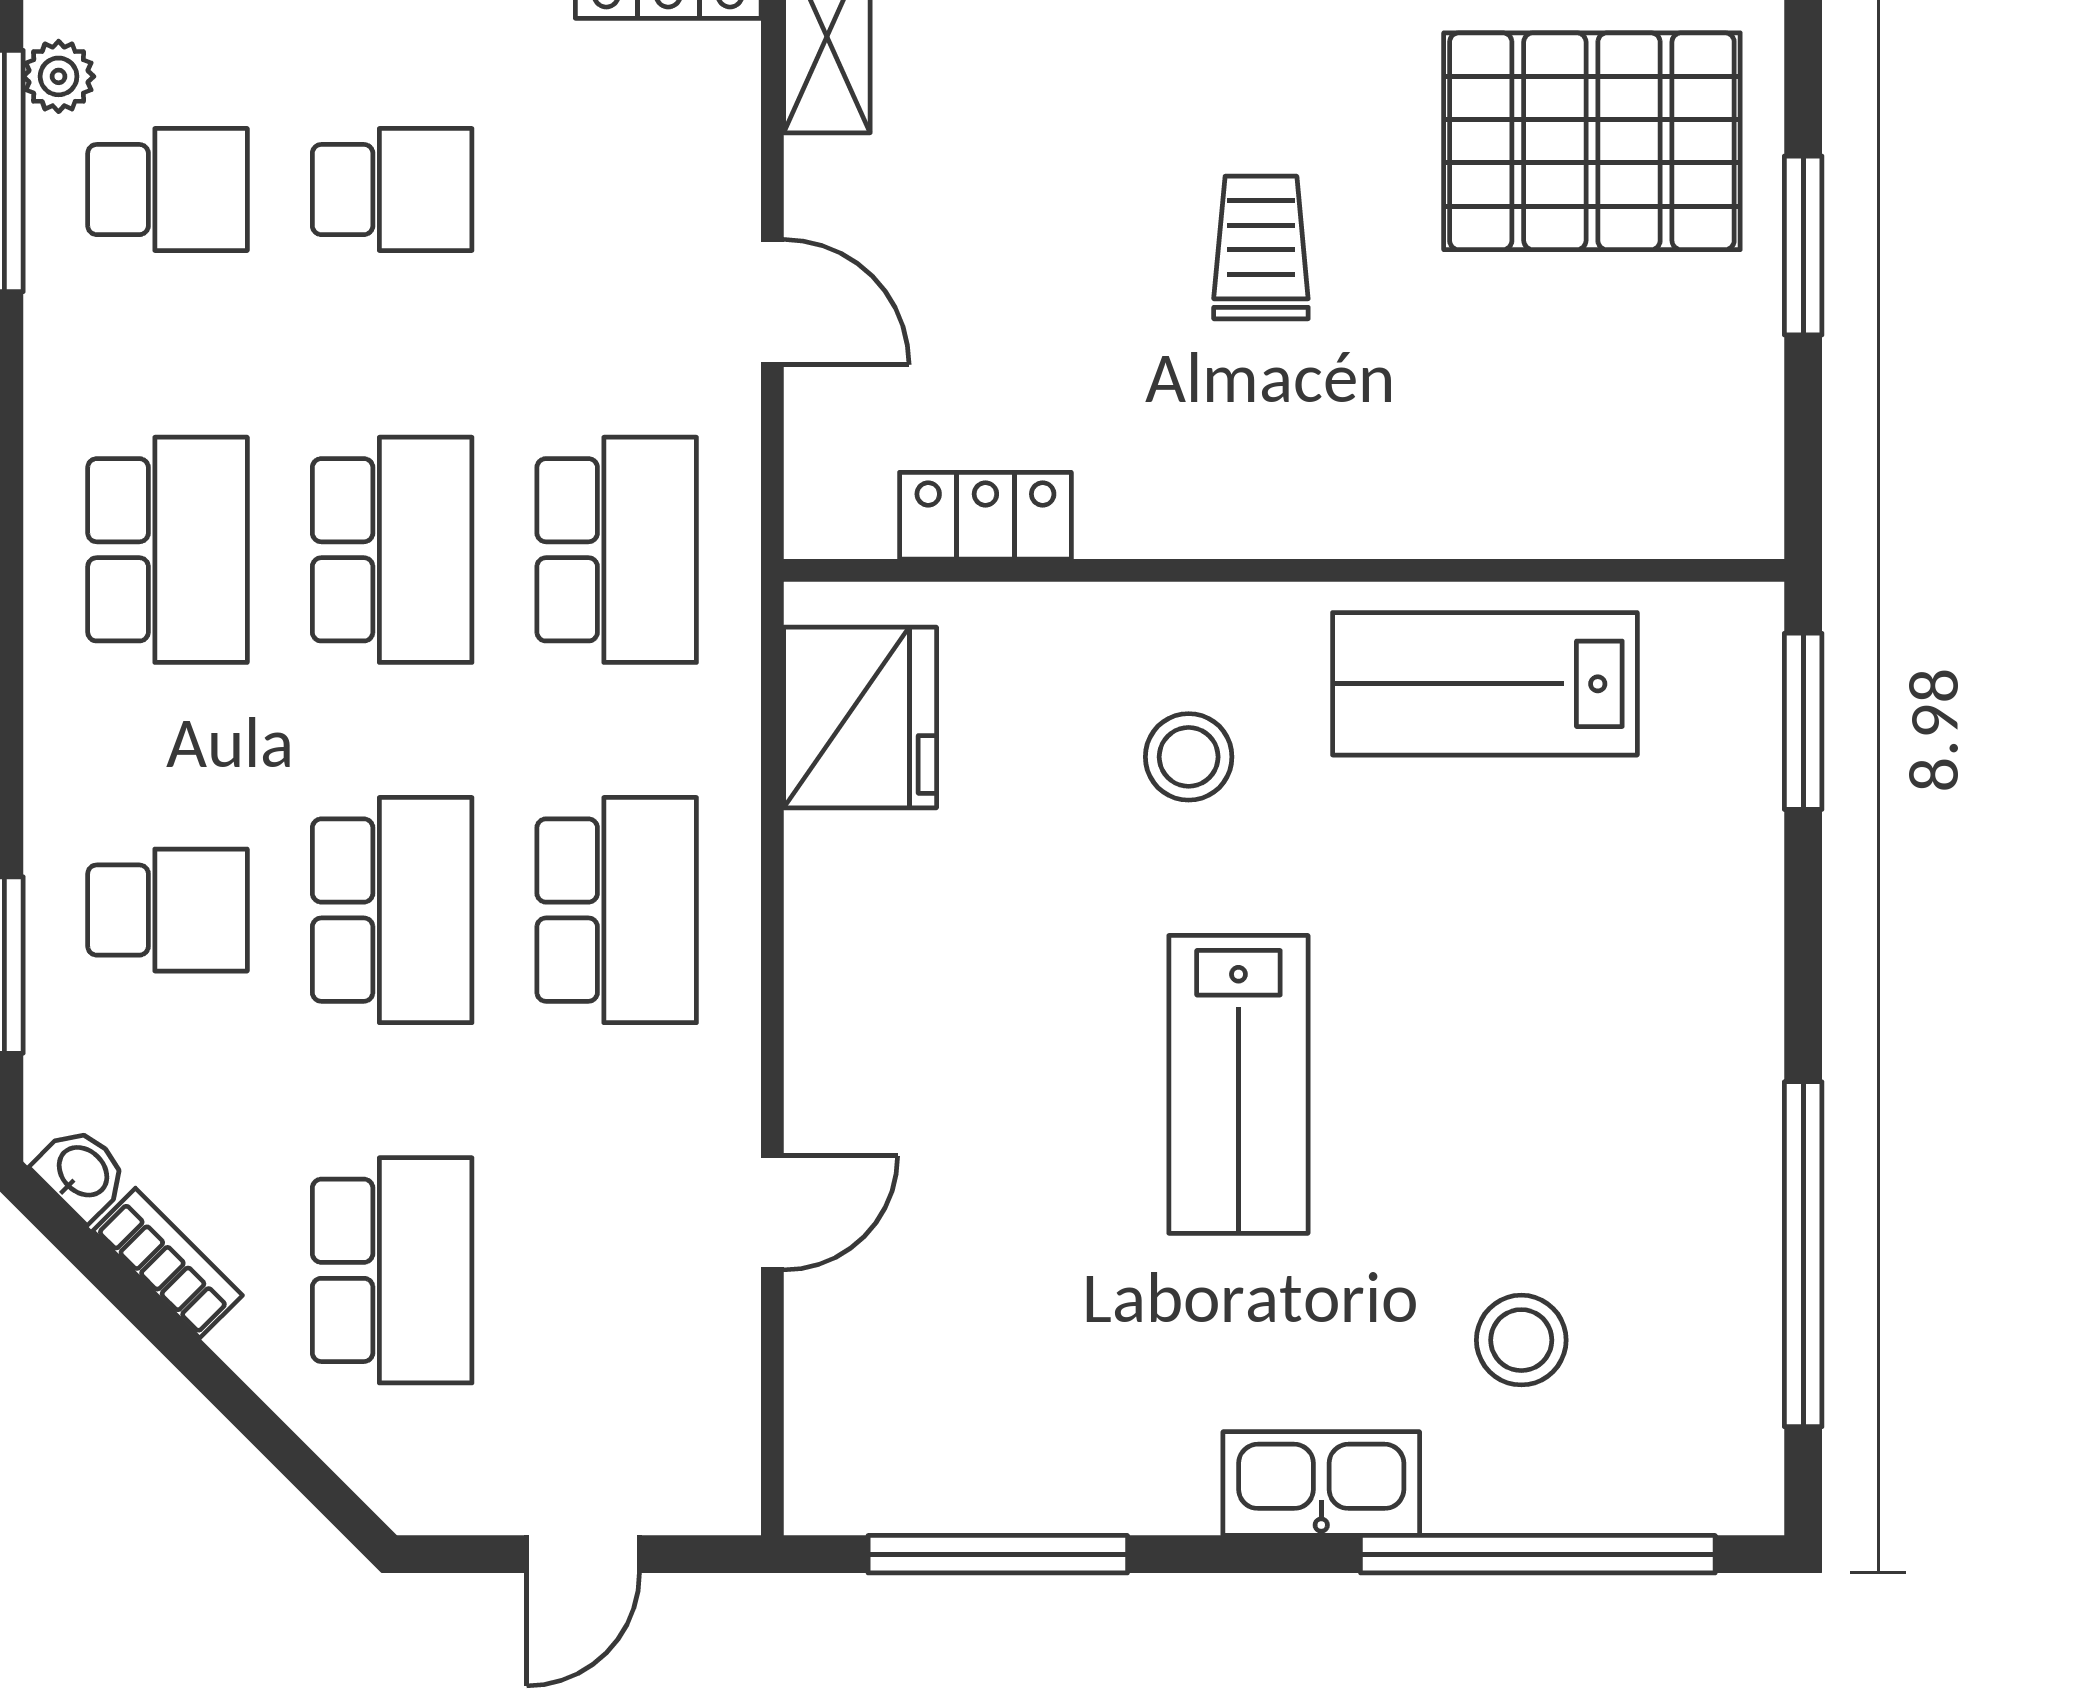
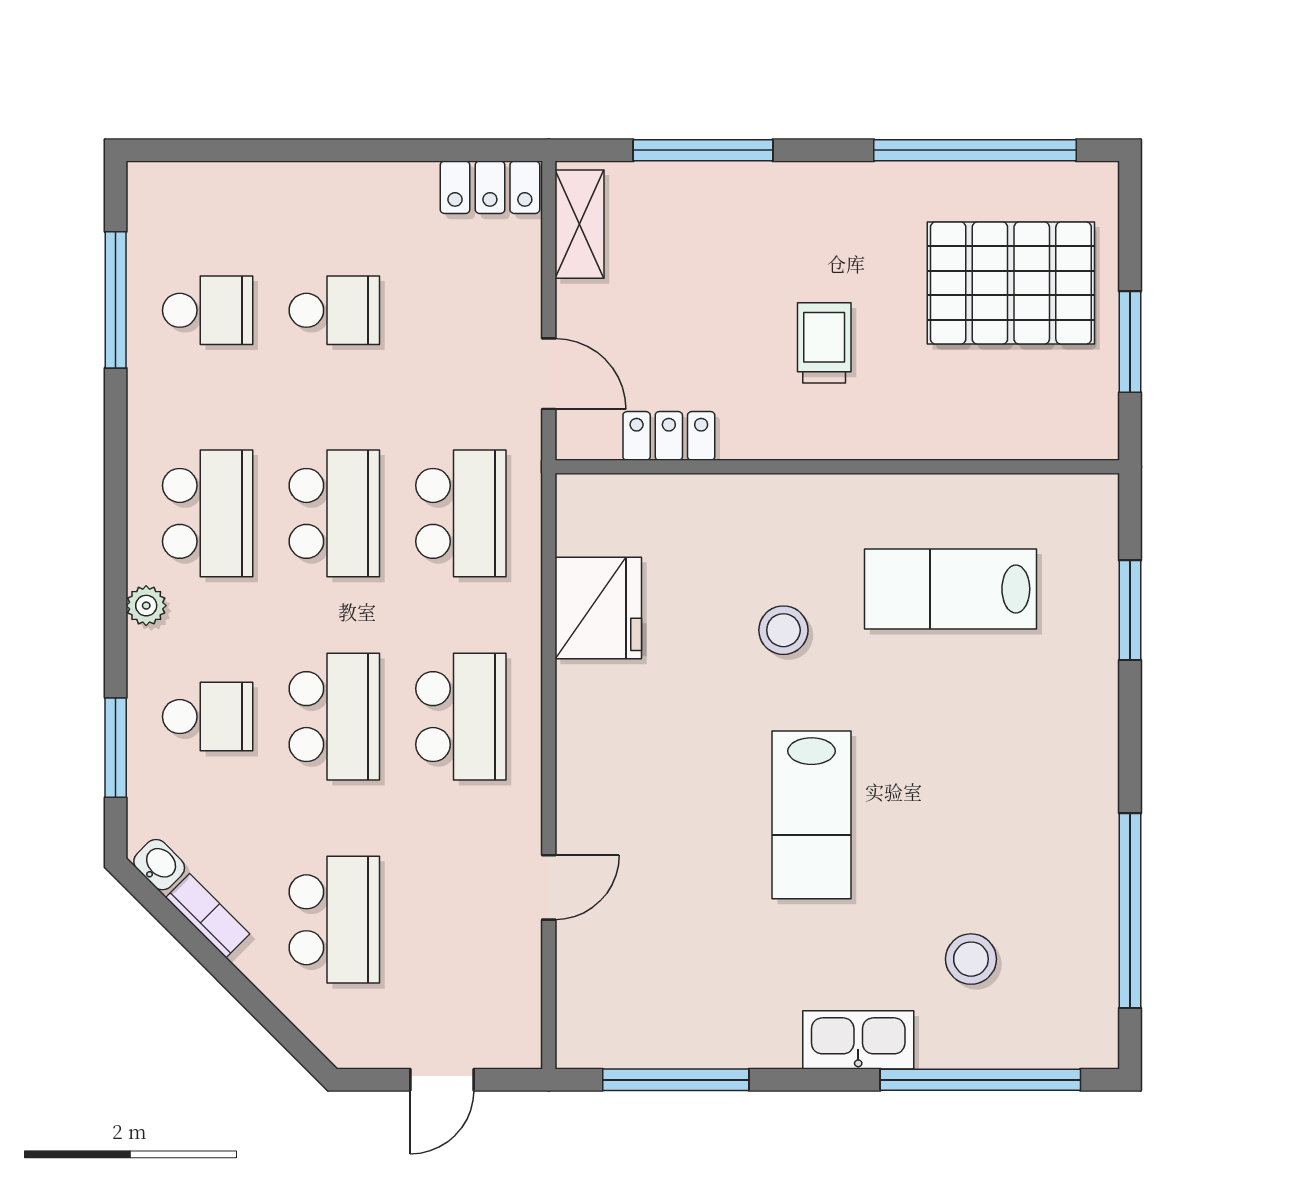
plant: (59, 76) -> (146, 606), moved
locker: (985, 516) -> (669, 436), moved
wall: (1284, 570) -> (837, 467), moved

